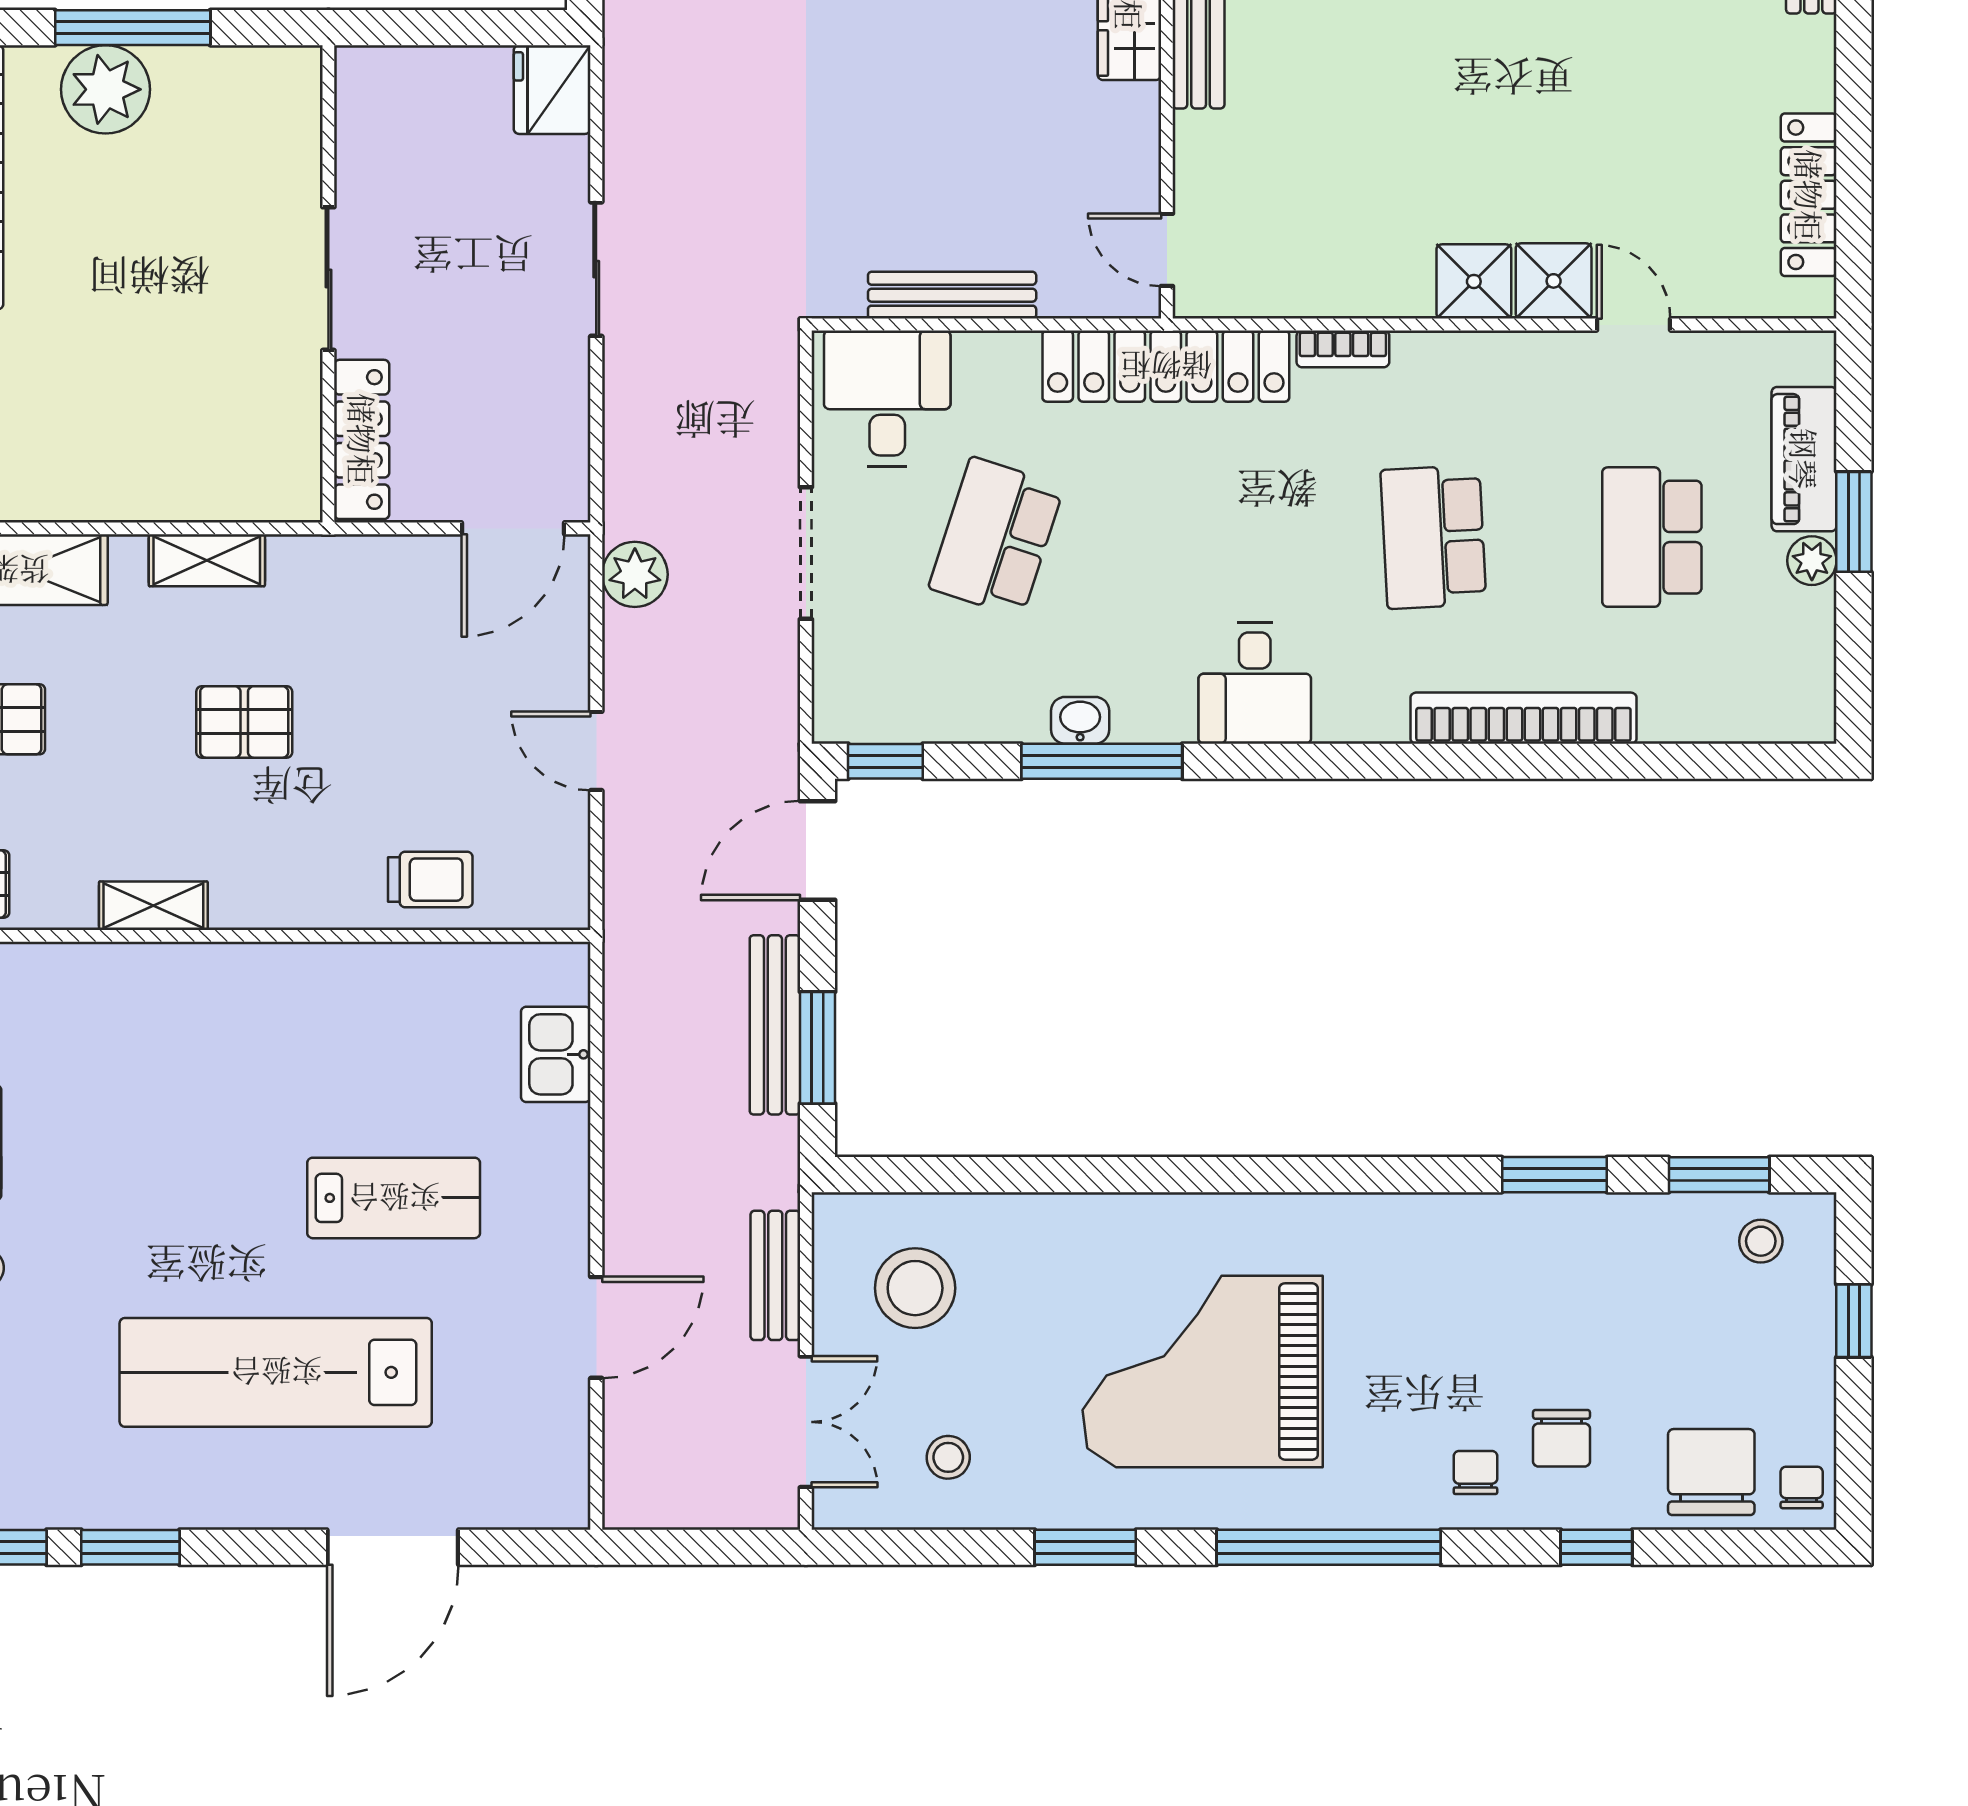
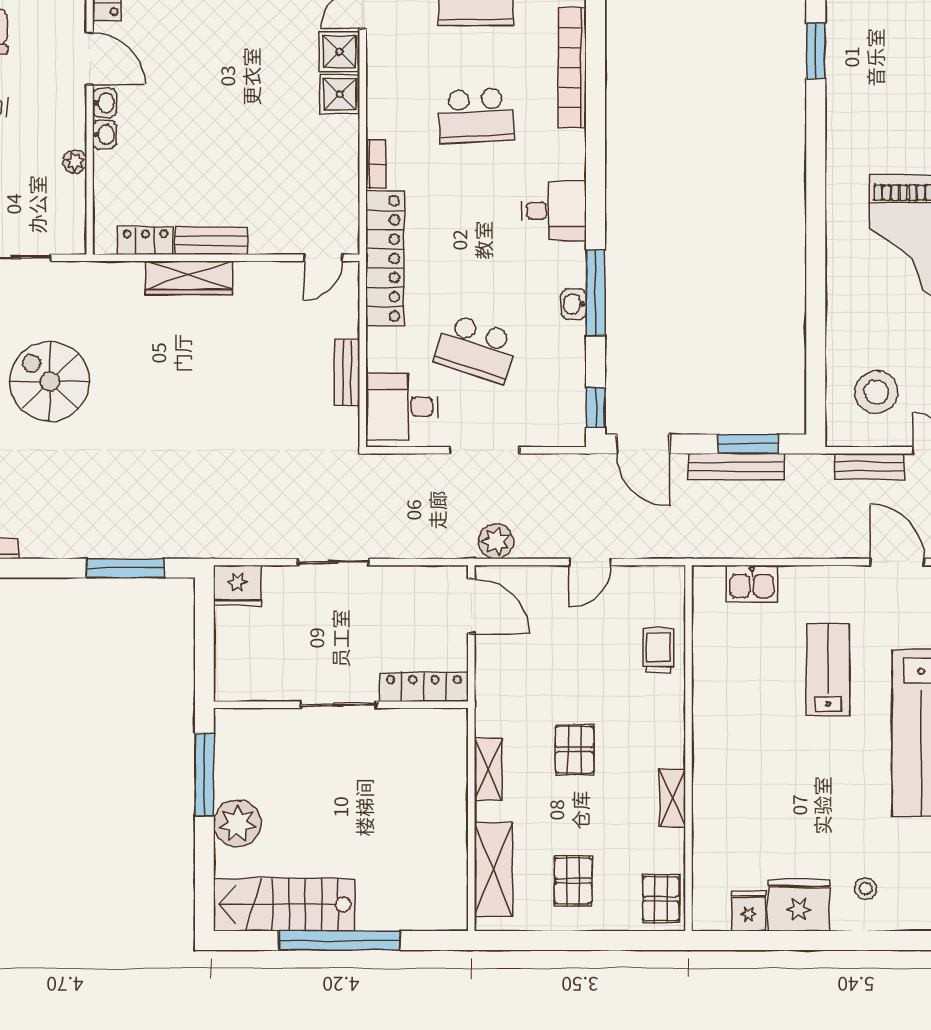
window: (133, 28) -> (204, 774), moved
bench: (952, 295) -> (347, 372), width x0.73

